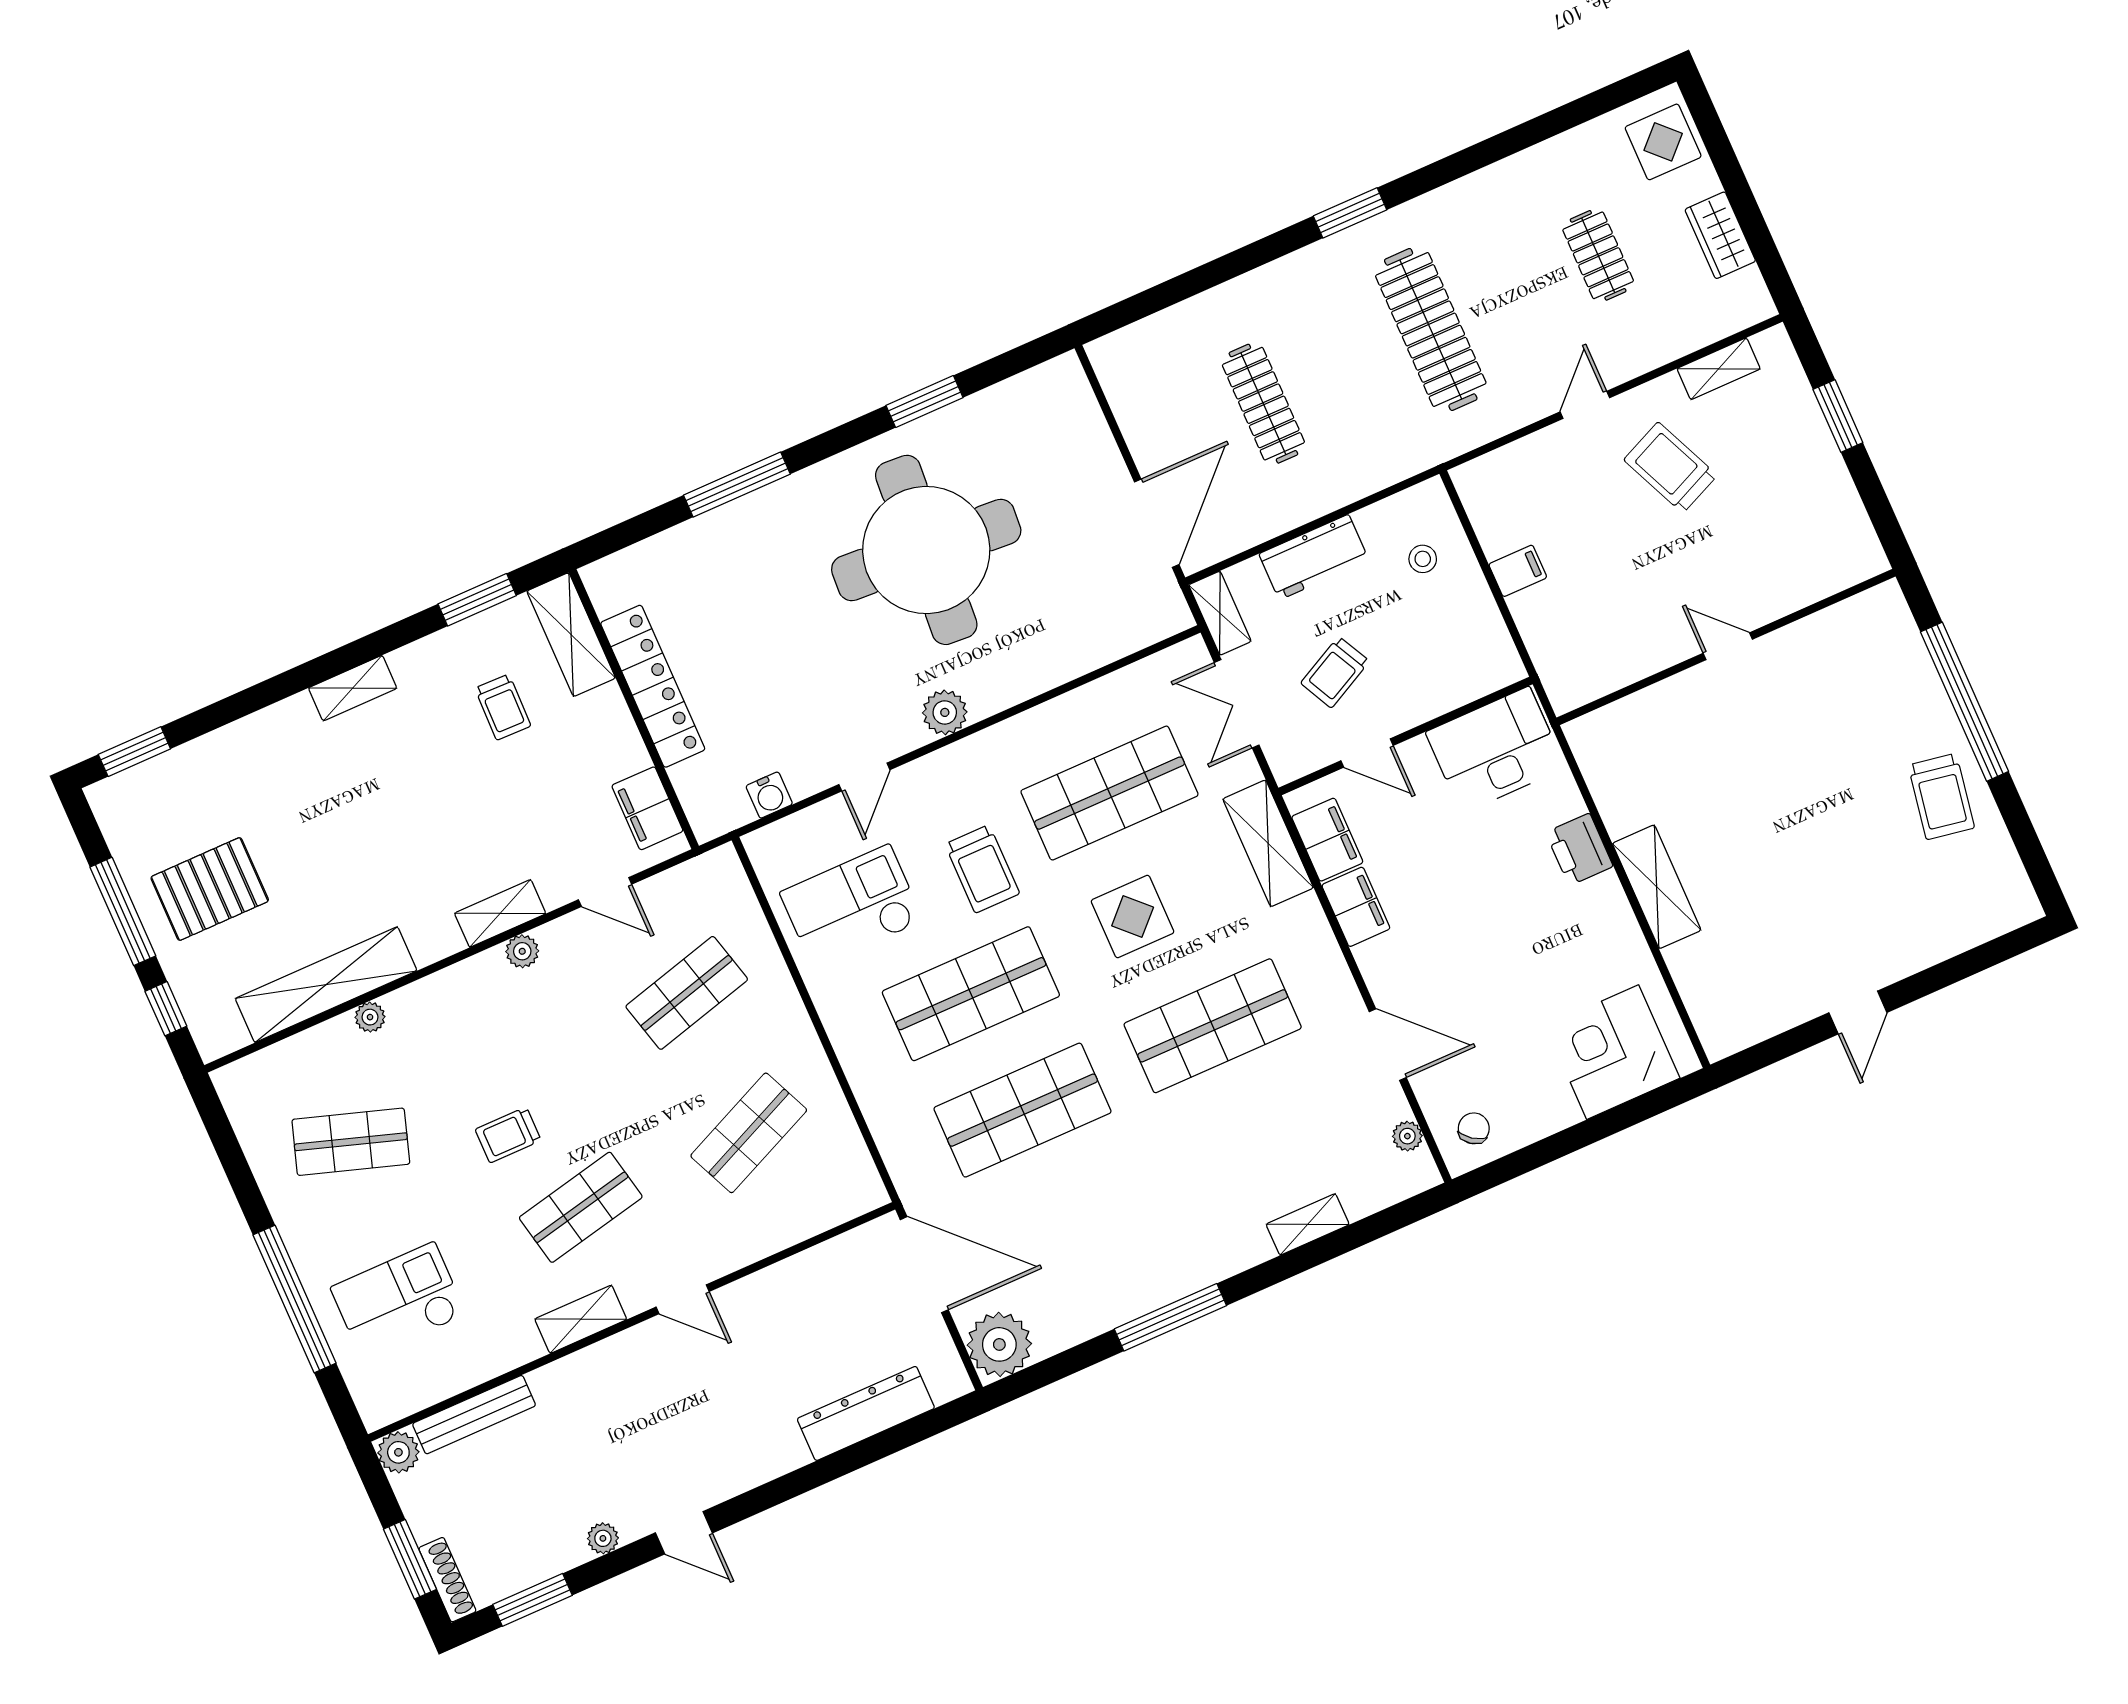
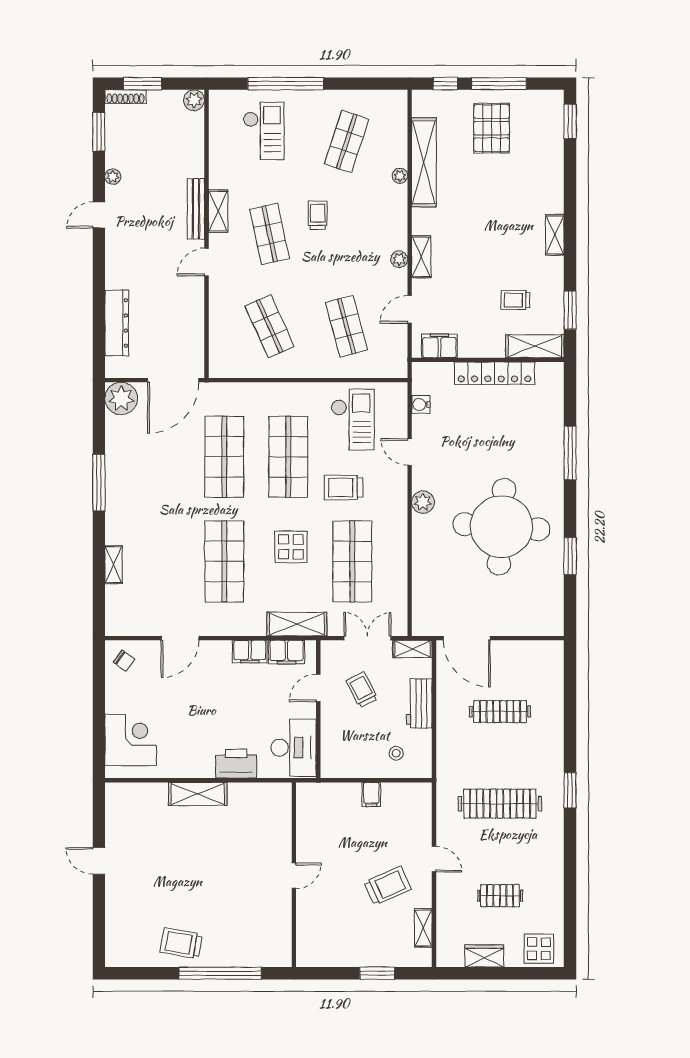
printer: (1579, 849) -> (236, 764), width x1.37, depth x1.19
plant: (1407, 1136) -> (134, 628), removed
bench: (474, 1415) -> (196, 209), moved

